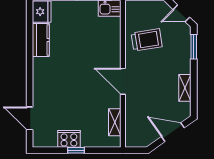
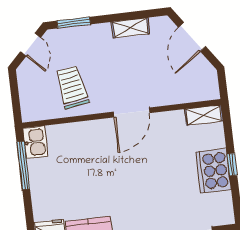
shelving: (115, 122) -> (204, 115), moved
cooker: (69, 139) -> (214, 171), width x1.37, depth x1.31

